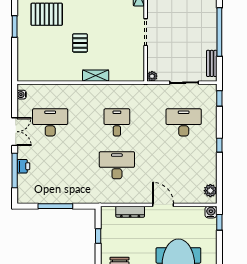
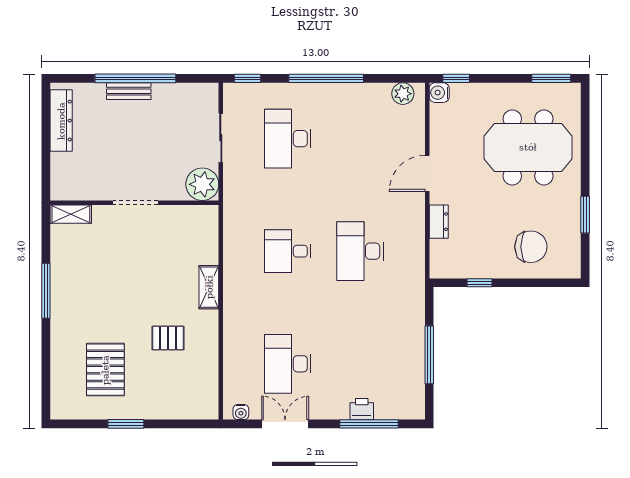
pallet: (80, 43) -> (168, 338), moved
bench: (212, 63) -> (129, 91), moved
plant: (152, 76) -> (202, 184), width x1.88, depth x1.88
double door: (15, 132) -> (285, 424), moved
window: (219, 145) -> (326, 78), width x3.17
dresser: (130, 212) -> (439, 222), width x0.70

